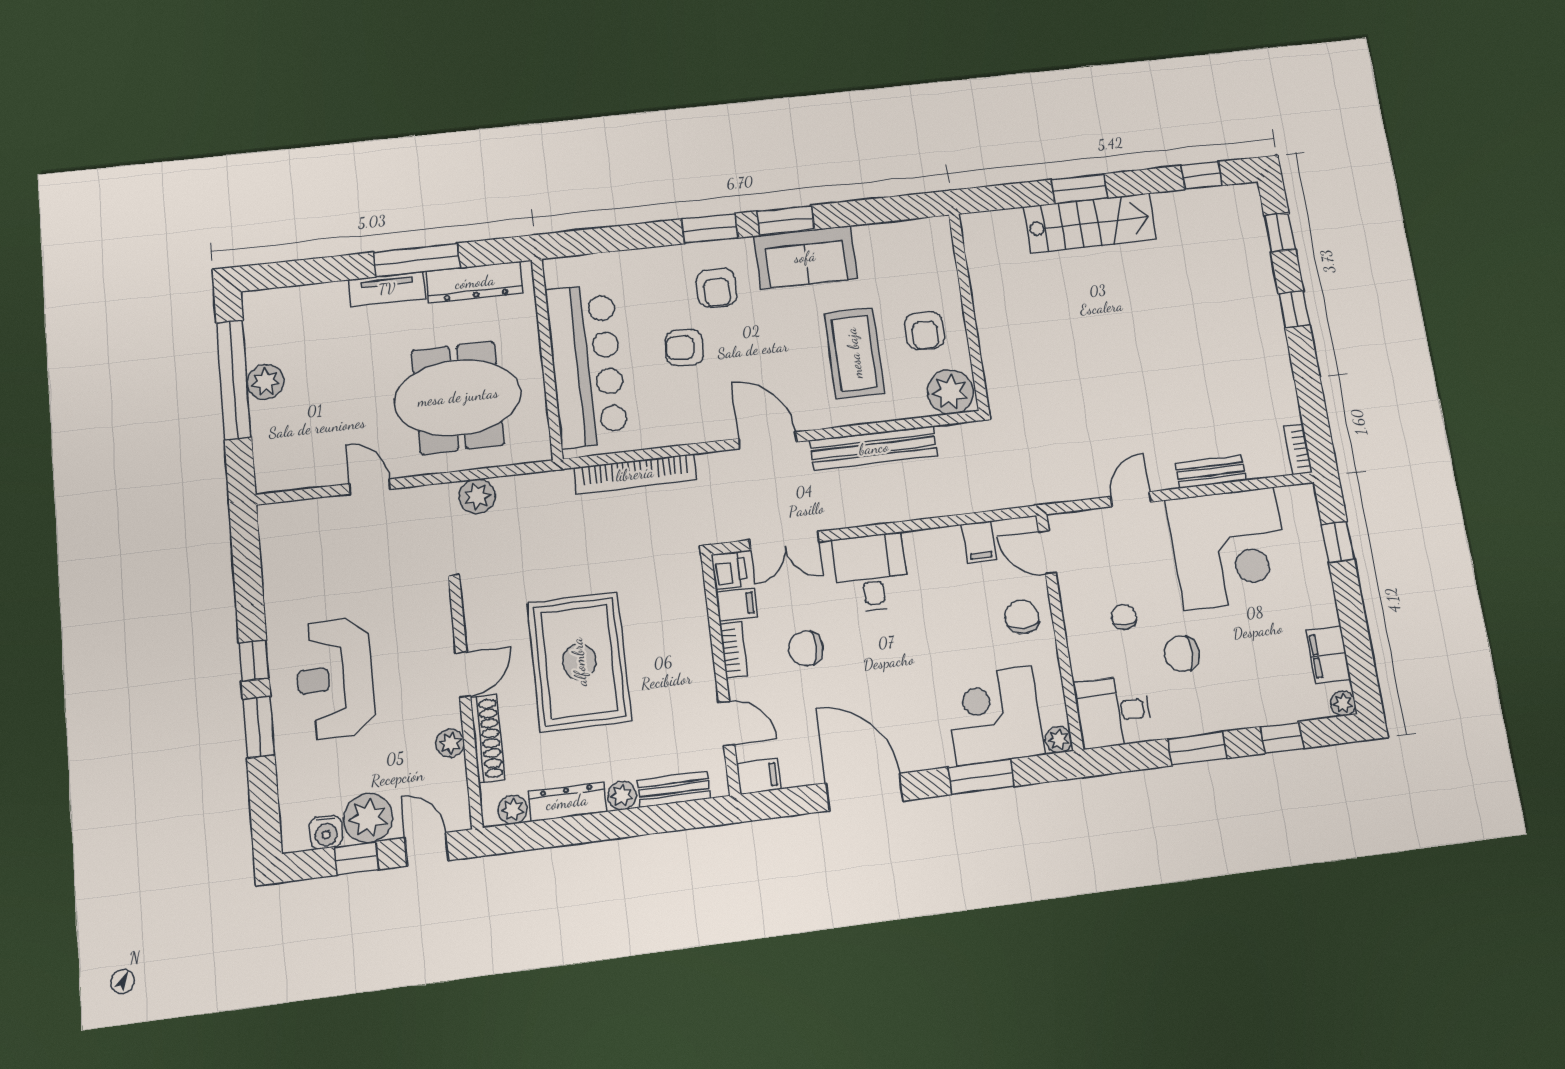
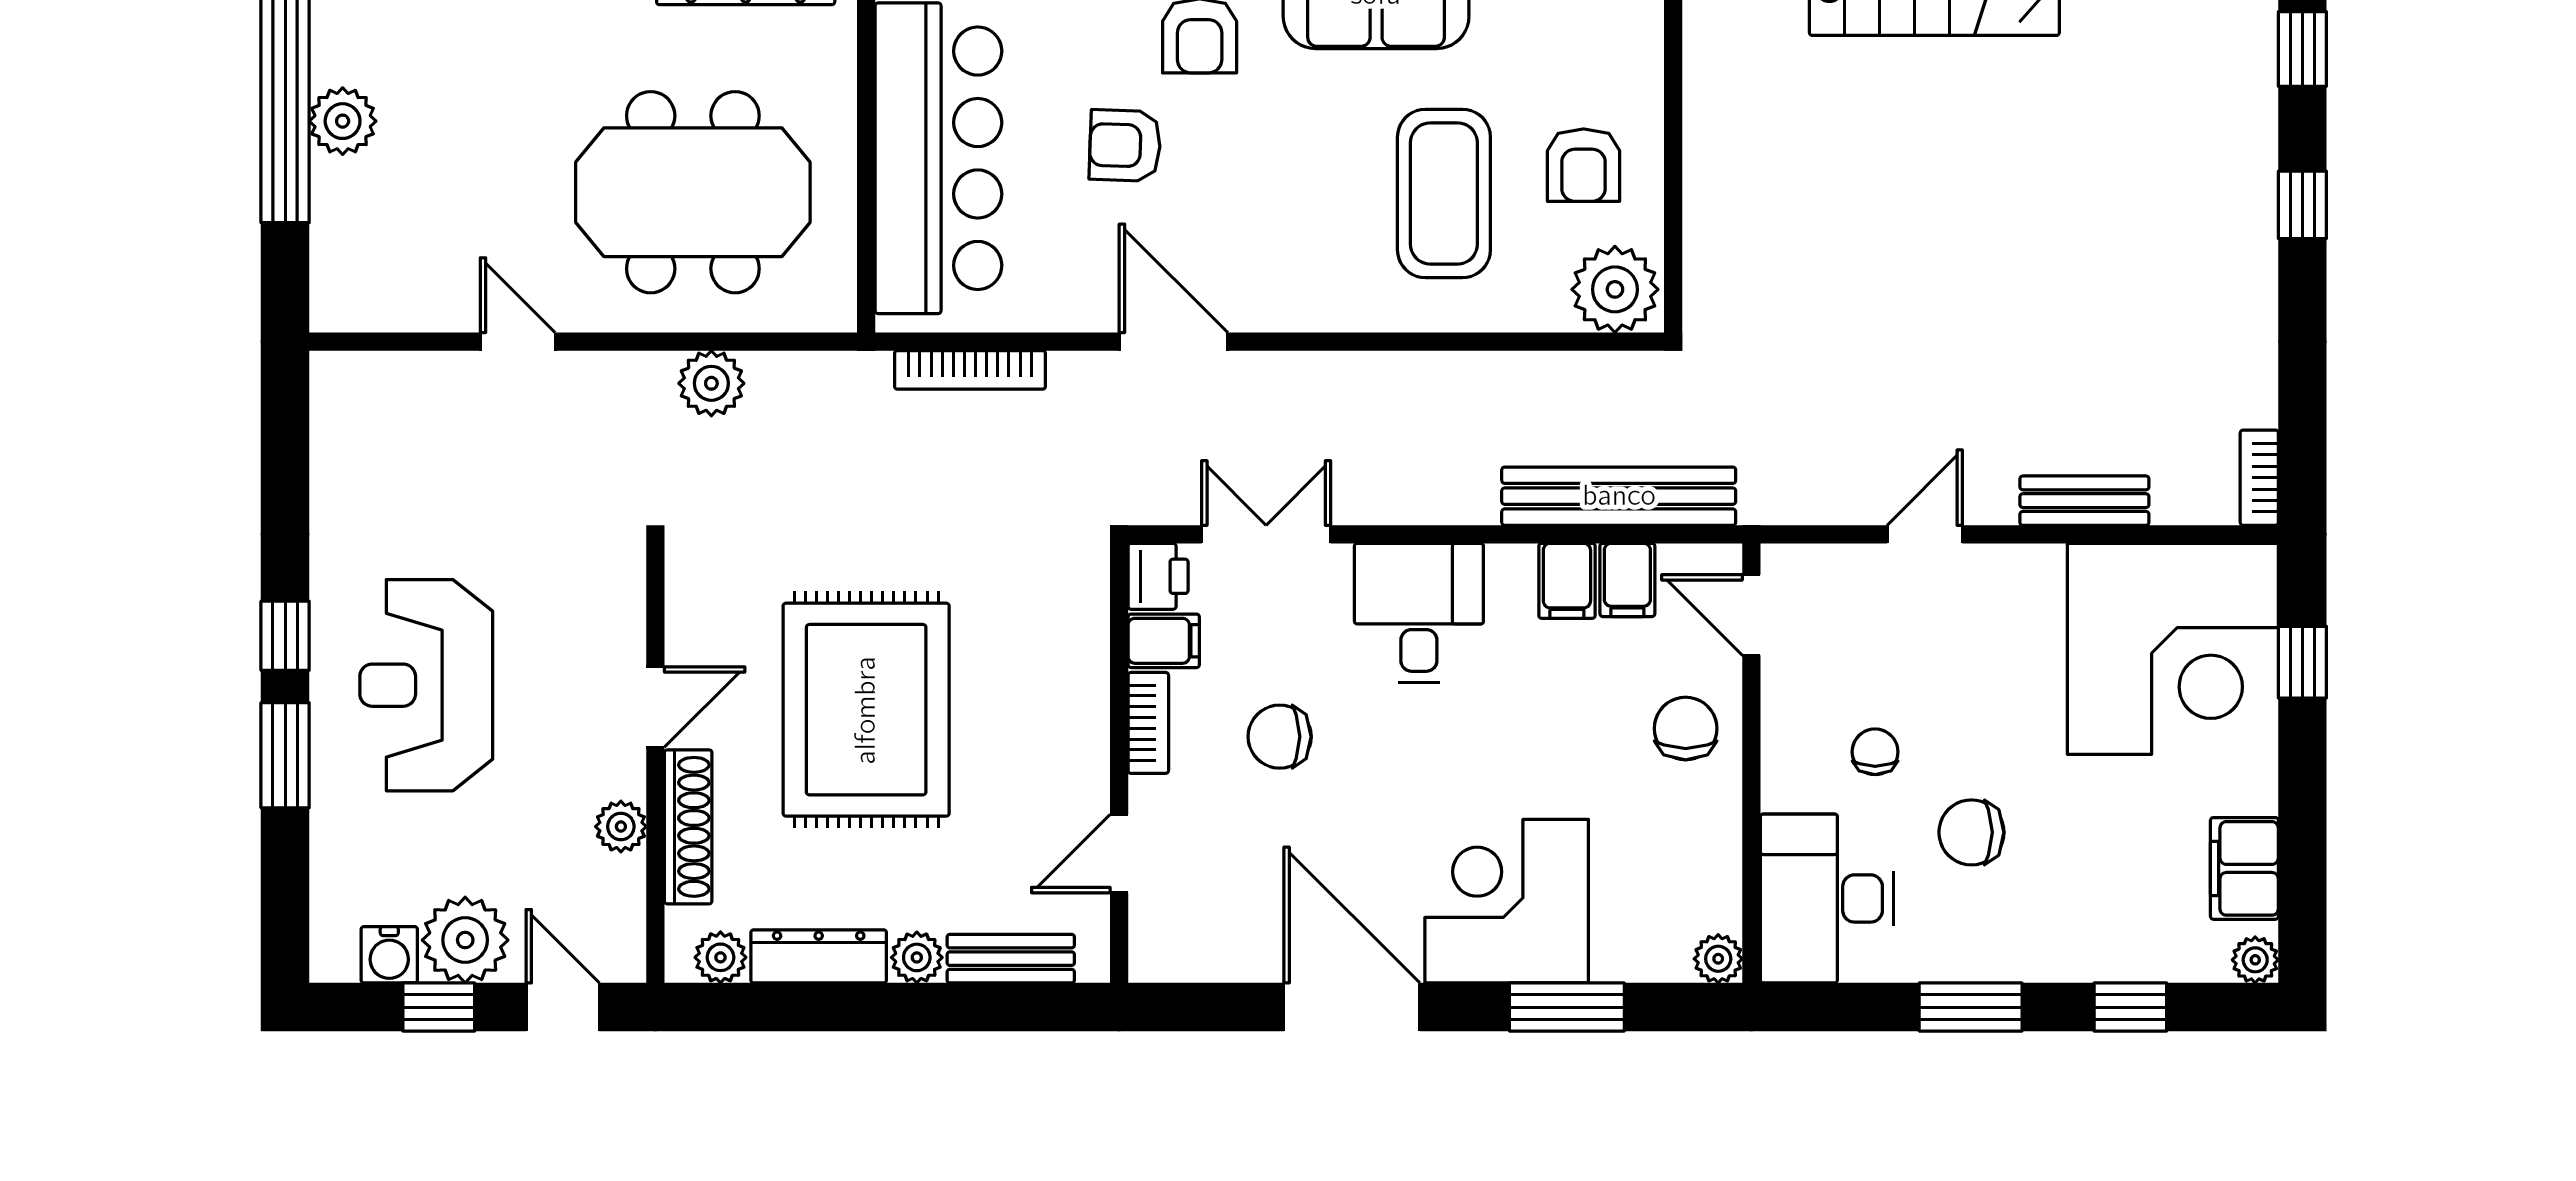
door: (768, 440) -> (1174, 342), moved
bench: (874, 448) -> (1619, 496), moved
bookcase: (635, 474) -> (970, 370), width x0.68, depth x0.76
double door: (784, 541) -> (1266, 534), swing flipped
corner desk: (1229, 548) -> (2173, 649), moved
desk: (1113, 712) -> (1827, 898), width x1.37
corner desk: (994, 716) -> (1507, 901), moved
door: (727, 723) -> (1119, 854), swing flipped
filing cabinet: (759, 776) -> (1567, 581), moved, turned 90

